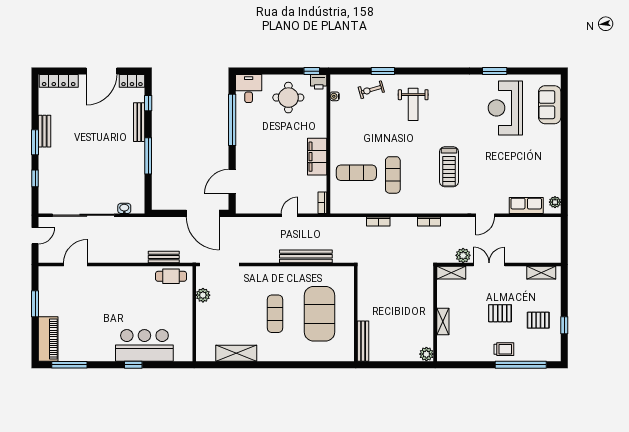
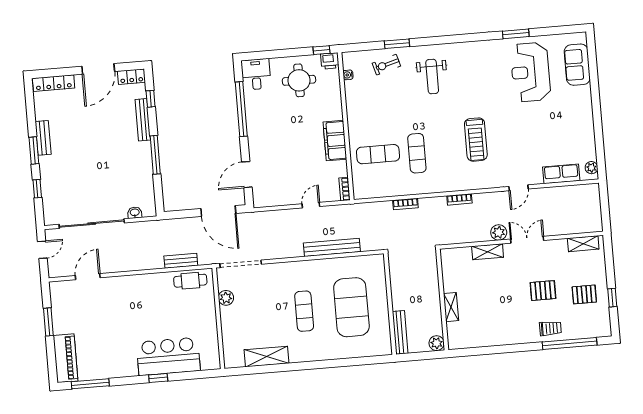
wall: (435, 314) -> (442, 300), moved
shelving: (443, 321) -> (451, 307), moved
plant: (426, 354) -> (437, 343), moved

